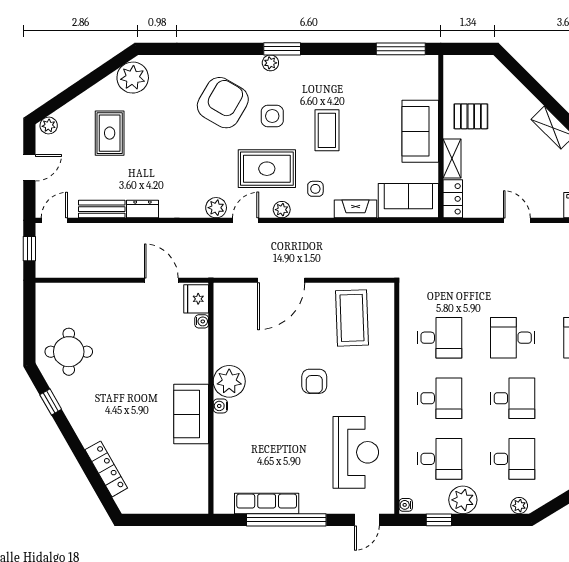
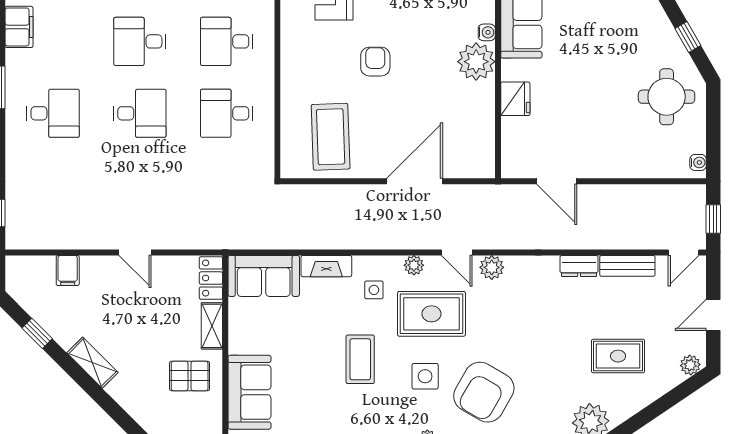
sofa: (420, 131) -> (249, 392), moved
rug: (110, 133) -> (618, 356), turned 90
door: (246, 220) -> (457, 252), hinge flipped
fridge: (196, 299) -> (515, 99), moved
water cooler: (202, 321) -> (698, 162), moved, turned 180

